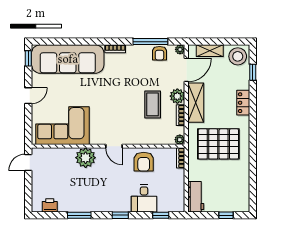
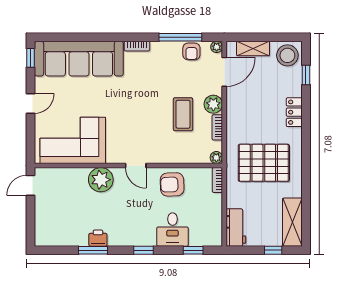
shelving: (196, 103) -> (292, 222), moved
armchair: (144, 162) -> (172, 184), turned 88
printer: (50, 205) -> (98, 238), moved

